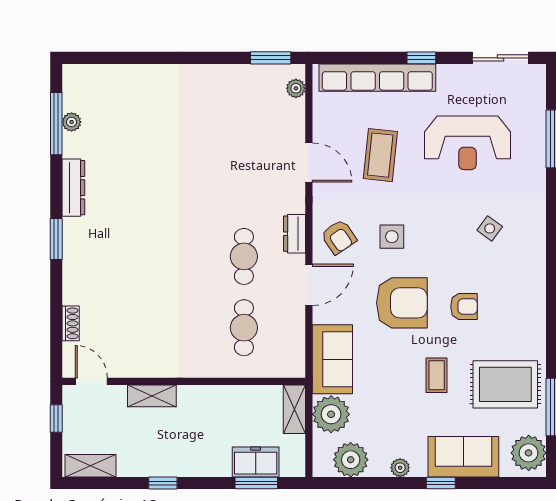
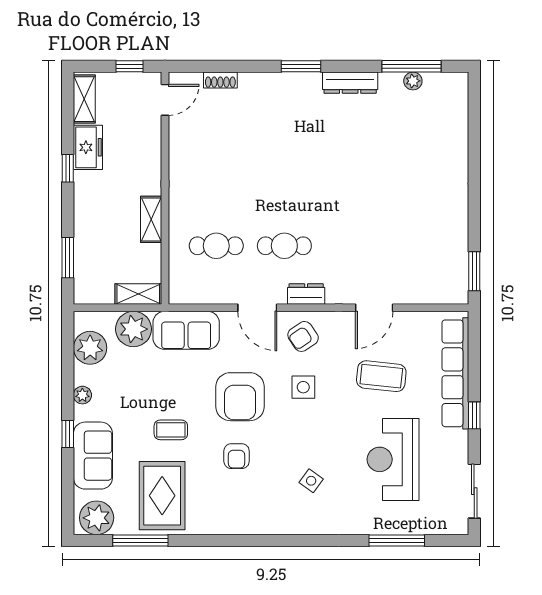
plant: (296, 88) -> (445, 295), removed
shelving: (152, 396) -> (151, 219), moved
freezer: (256, 462) -> (88, 147), moved

